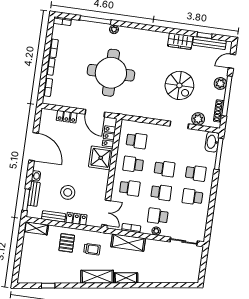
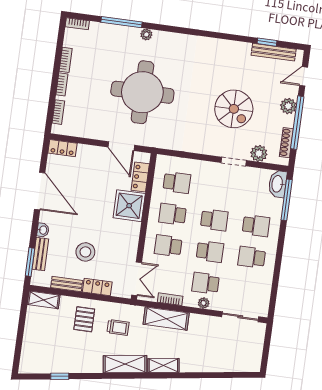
wardrobe: (180, 41) -> (235, 50), removed
locker: (67, 117) -> (62, 148), moved
school desk: (130, 188) -> (168, 246), turned 180

